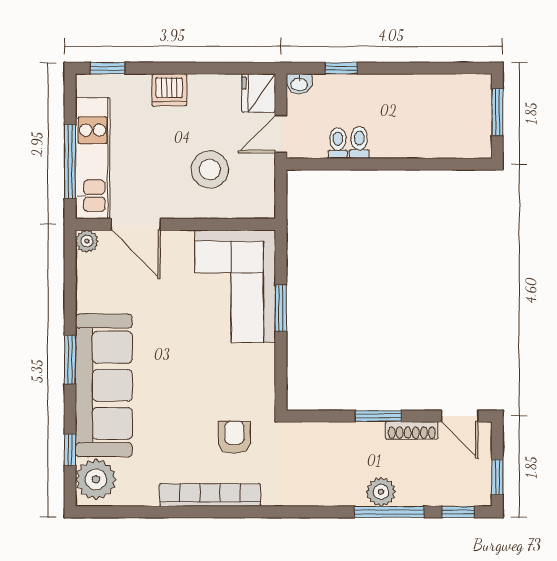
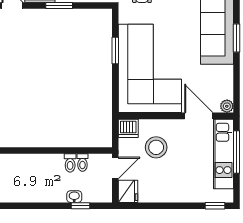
washbasin: (299, 84) -> (74, 197), moved
dishwasher: (169, 90) -> (128, 128), moved, turned 180
corner sofa: (235, 286) -> (150, 68), width x1.36, depth x1.36
window: (281, 308) -> (115, 50), moved

